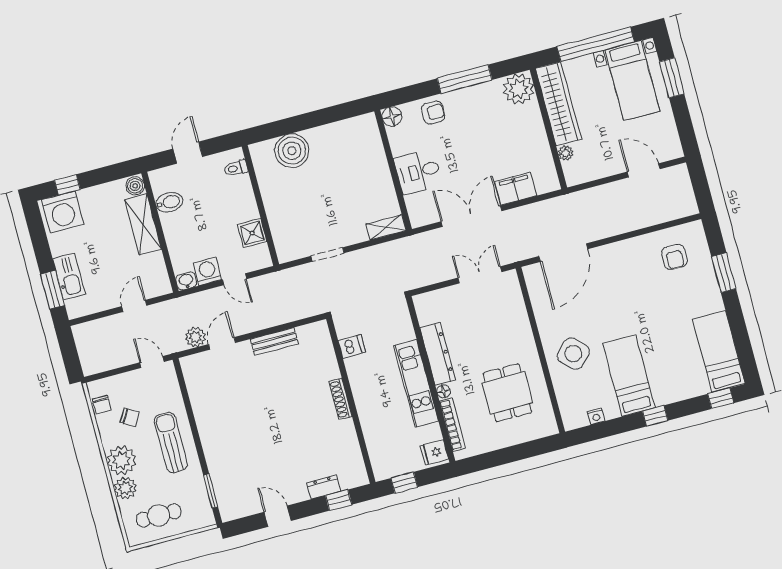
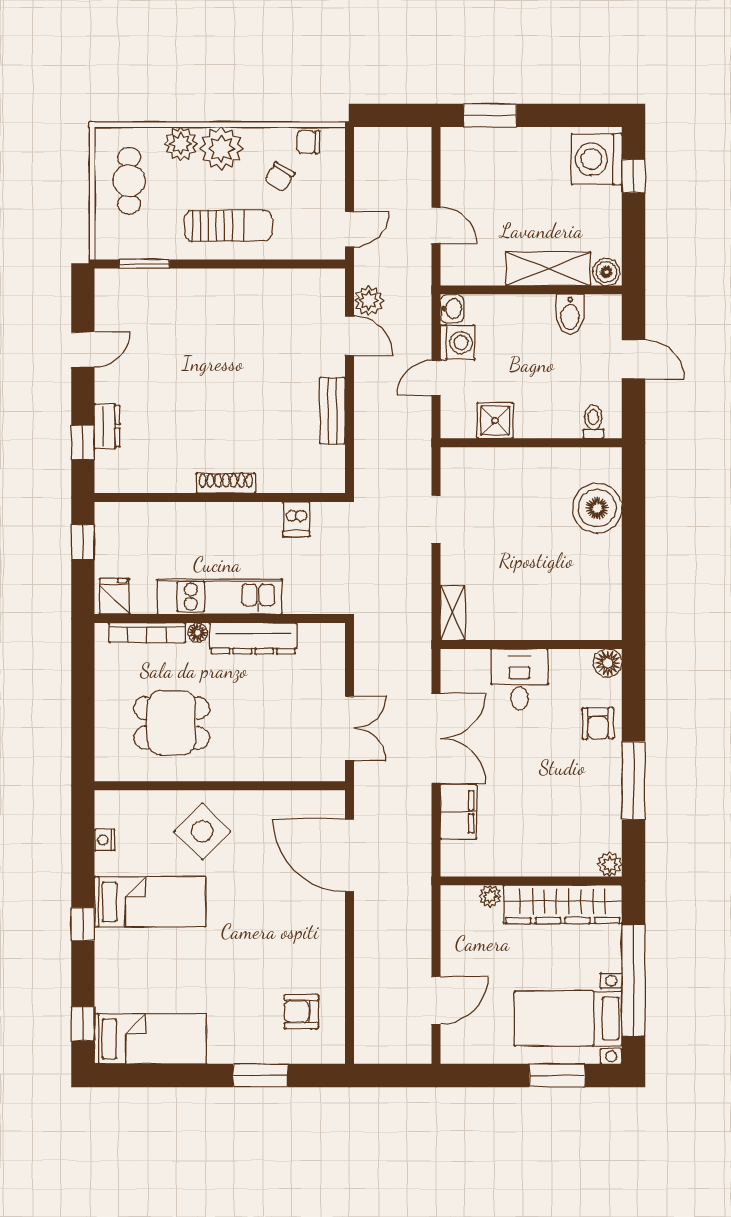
plant: (519, 89) -> (610, 864), width x0.53, depth x0.53
kitchen sink: (69, 277) -> (502, 144), removed

